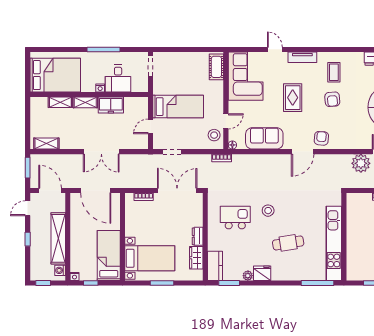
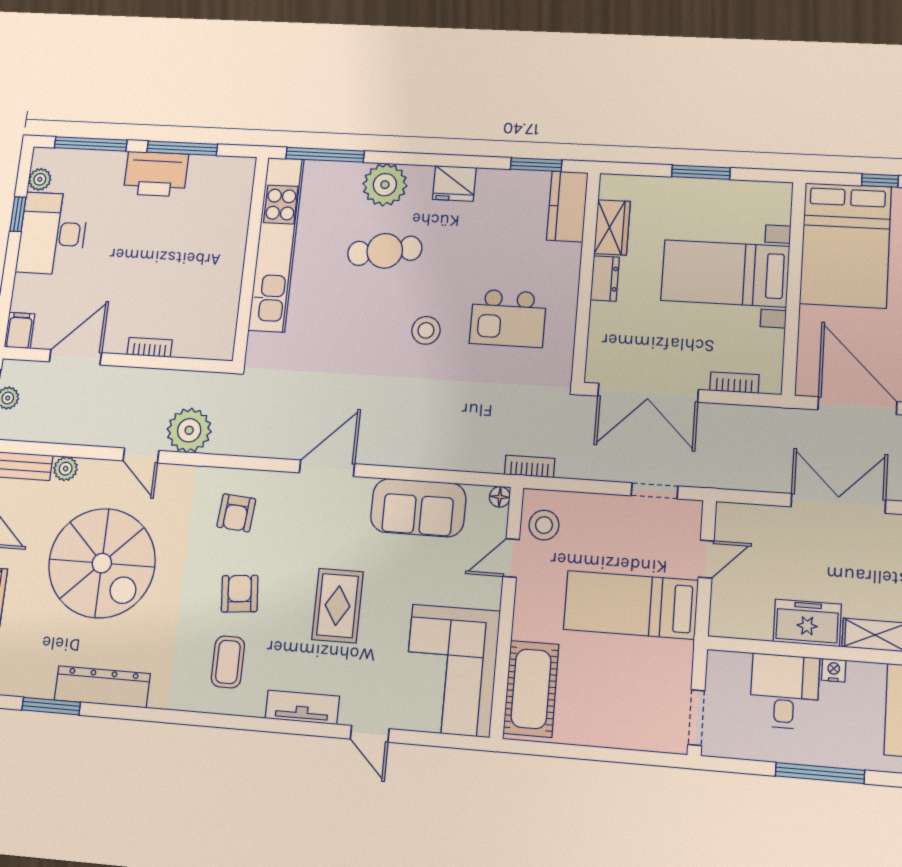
cot: (216, 67) -> (531, 689), width x1.37, depth x1.34
armchair: (321, 138) -> (236, 513), moved
bed: (109, 255) -> (846, 245), width x1.50
bed with nightstands: (150, 258) -> (725, 273), moved
plant: (248, 276) -> (385, 185), moved, width x1.88, depth x1.88

